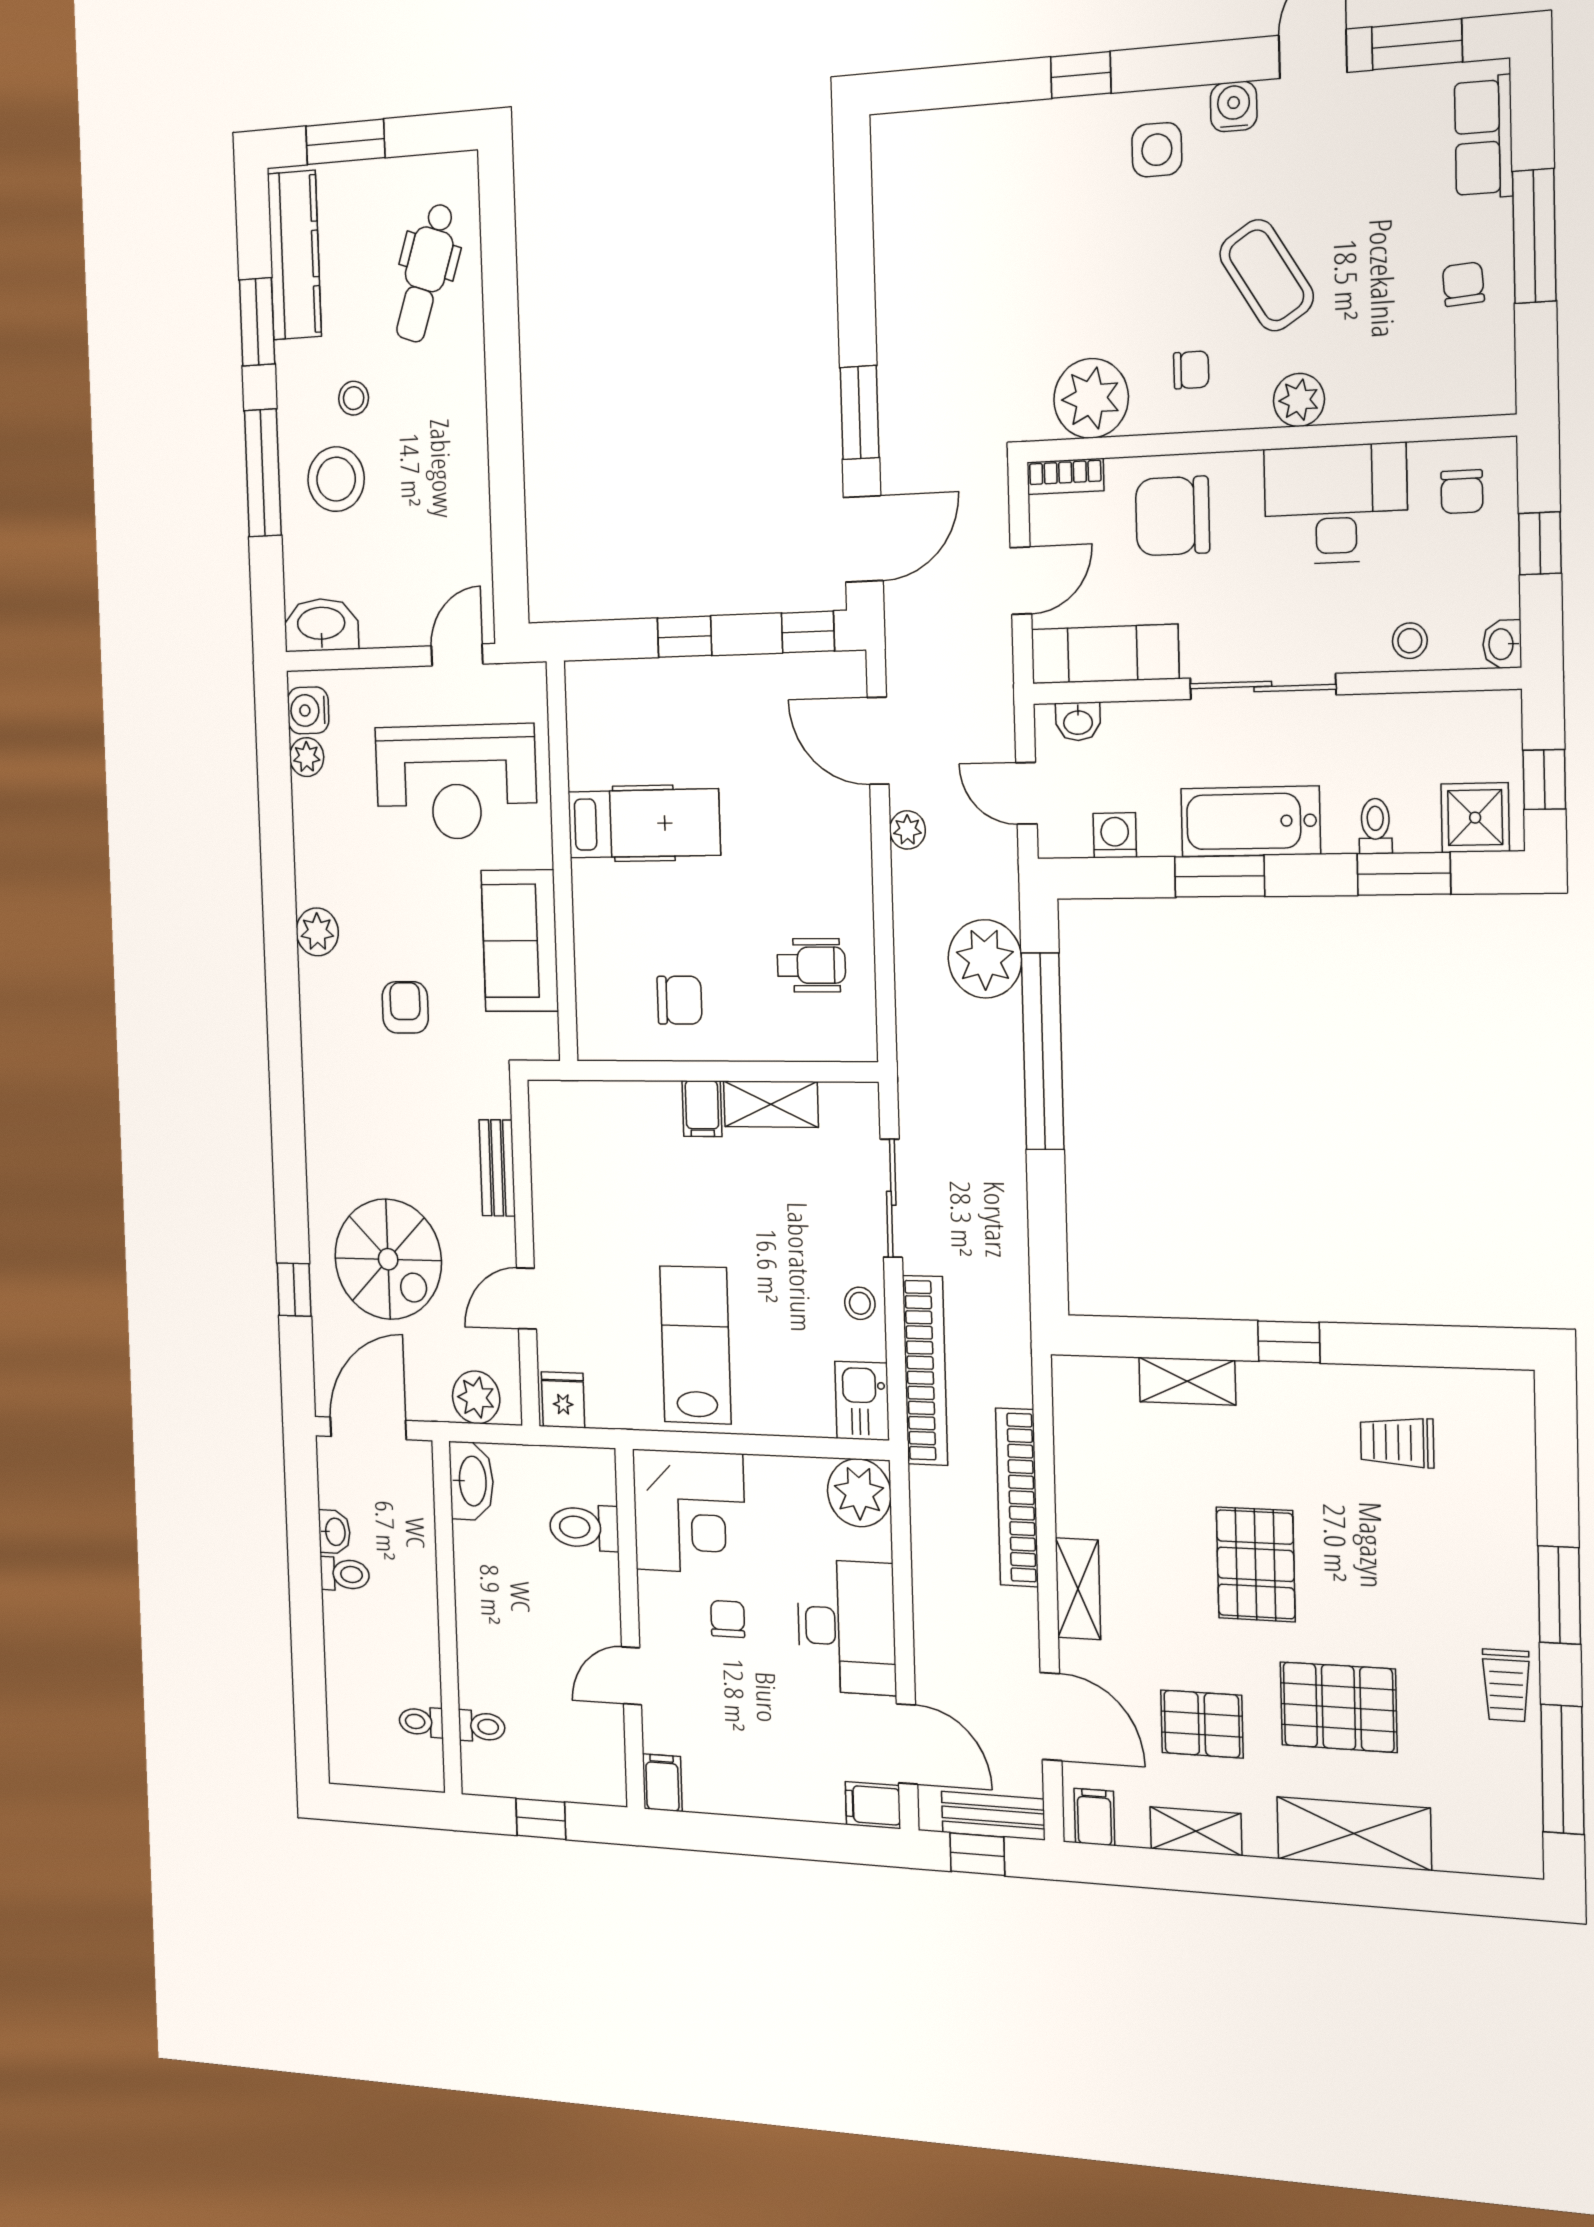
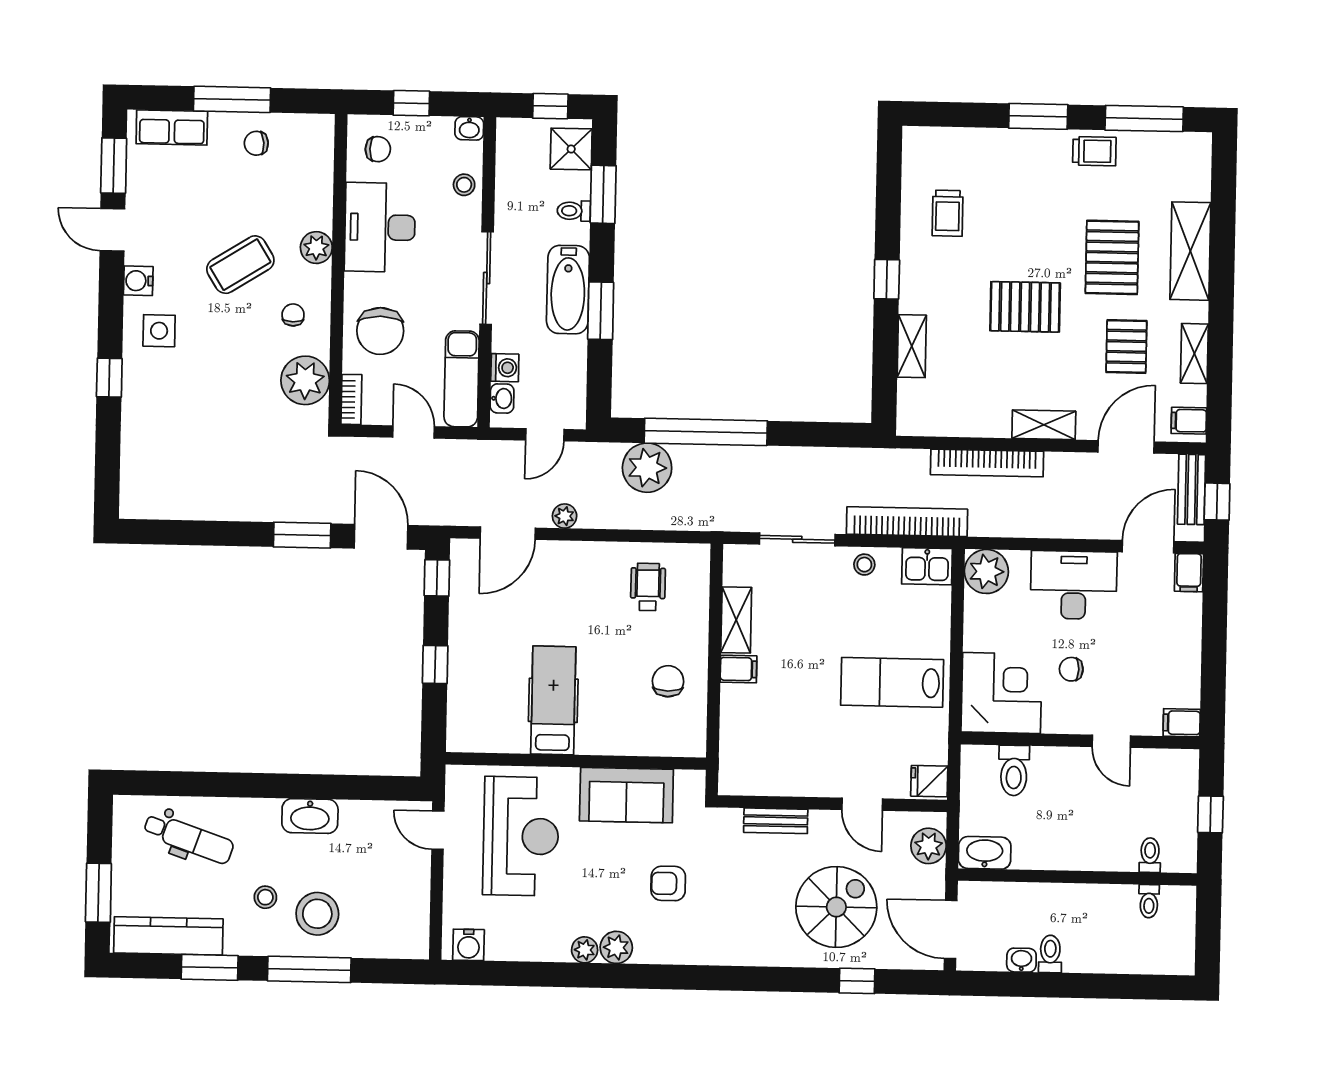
washbasin: (321, 625) -> (310, 816), moved, turned -90
plant: (307, 757) -> (585, 950), moved
washing machine: (1115, 835) -> (505, 368), moved, turned 180

